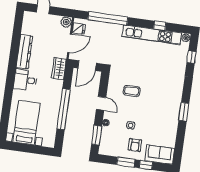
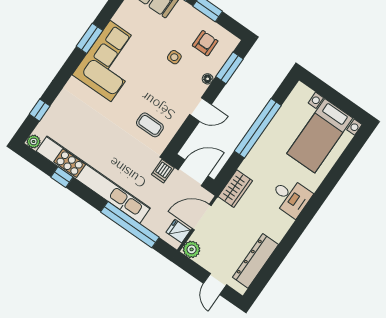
kitchen unit: (152, 35) -> (93, 180), width x1.36
dresser: (24, 52) -> (255, 261), moved
dishwasher: (105, 58) -> (163, 171), added
coffee table: (132, 91) -> (150, 125), moved
door: (101, 103) -> (200, 109), swing flipped
corner sofa: (166, 105) -> (110, 61), added
armchair: (135, 145) -> (205, 43), moved

